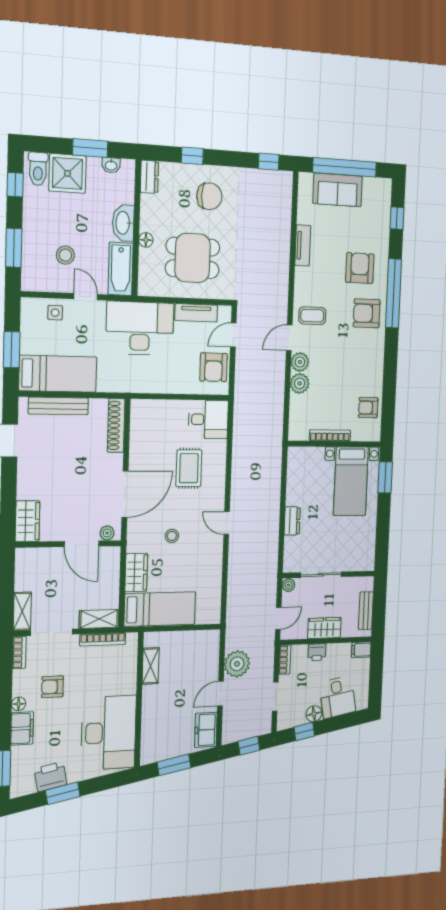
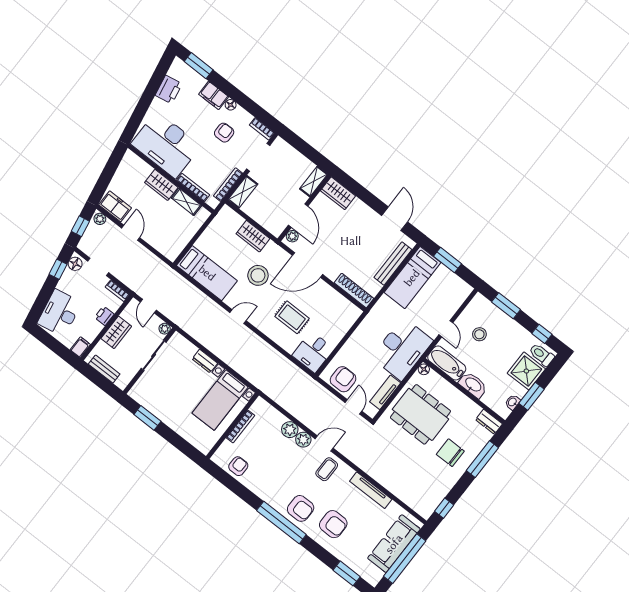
window: (192, 156) -> (482, 459), width x2.17
sofa: (338, 190) -> (394, 544), width x1.36
chair: (209, 196) -> (450, 453), turned 90
window: (397, 218) -> (347, 573), width x1.50
floor lamp: (146, 240) -> (424, 369), moved
tv unit: (303, 245) -> (371, 490), width x1.41
dining table: (193, 258) -> (420, 414), width x1.38
window: (394, 293) -> (281, 522), moved
door: (86, 297) -> (446, 329), hinge flipped
side table: (55, 313) -> (450, 303), removed
armchair: (367, 313) -> (301, 508), turned 90
door: (289, 338) -> (324, 443), hinge flipped
armchair: (214, 367) -> (343, 379), turned 90
window: (385, 477) -> (147, 418), moved
bed with nightstands: (351, 481) -> (220, 400), moved, turned -90
door: (125, 494) -> (307, 265), hinge flipped
stool: (172, 536) -> (258, 275), width x1.89, depth x1.89
door: (82, 544) -> (298, 216), swing flipped
bed: (160, 609) -> (207, 273), moved, turned -90
shelving: (22, 611) -> (314, 181), moved, turned 90
plant: (237, 664) -> (100, 219), moved, width x0.53, depth x0.53
bookcase: (132, 671) -> (193, 188), added
desk: (338, 697) -> (60, 313), width x1.37
wardrobe: (152, 704) -> (161, 185), added
floor lamp: (314, 714) -> (75, 264), moved
window: (174, 765) -> (110, 170), removed
window: (63, 793) -> (152, 89), removed

